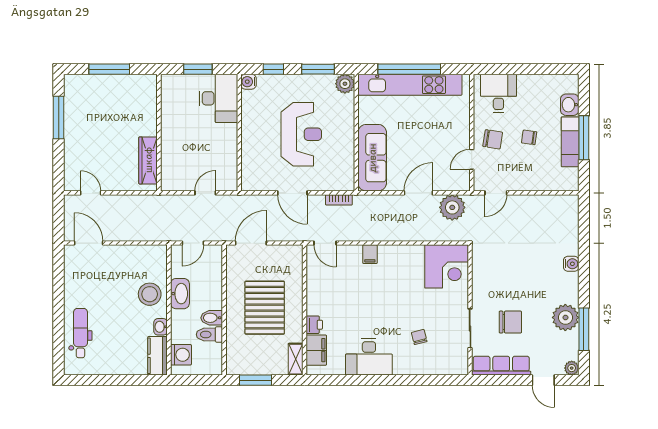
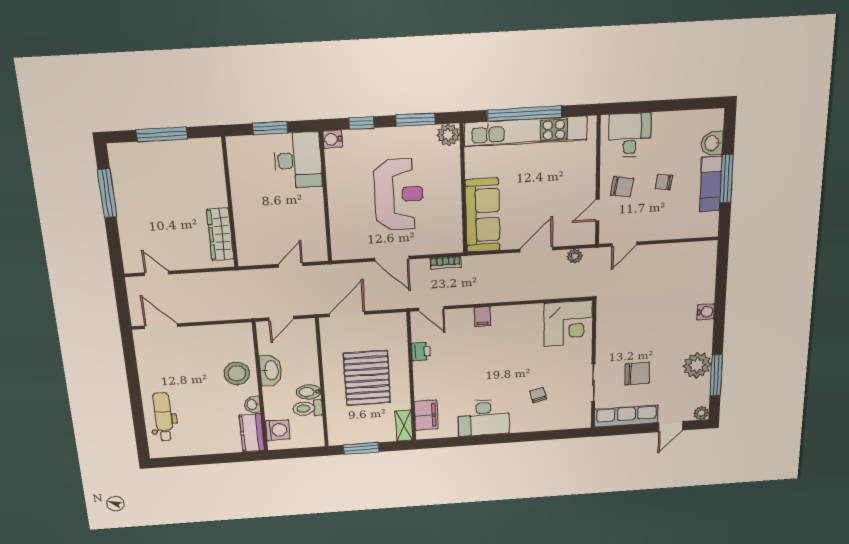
plant: (452, 207) -> (575, 256), width x0.53, depth x0.53
printer: (314, 325) -> (421, 352), moved
door: (543, 380) -> (671, 427), hinge flipped

